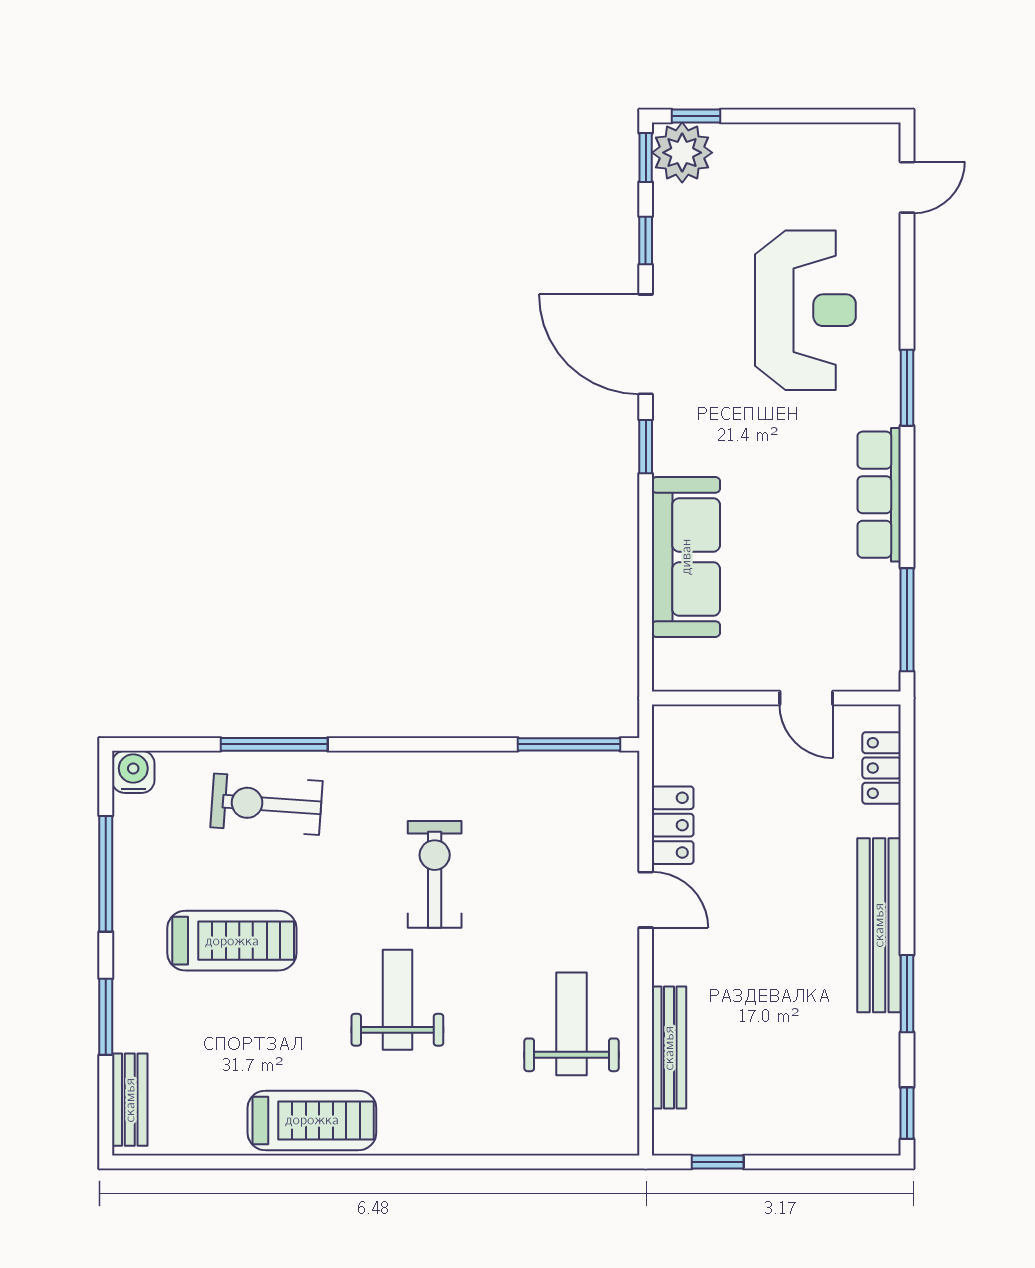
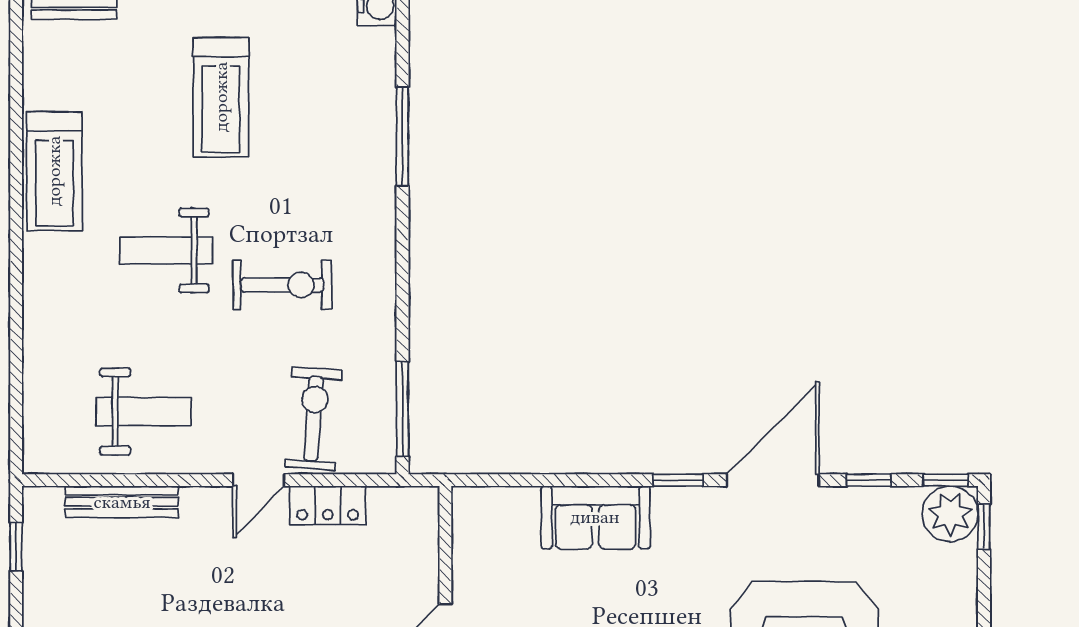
sofa: (686, 557) -> (595, 517), width x0.73
exercise bike: (267, 804) -> (314, 419), moved
weight bench: (397, 1000) -> (166, 250), turned 180

